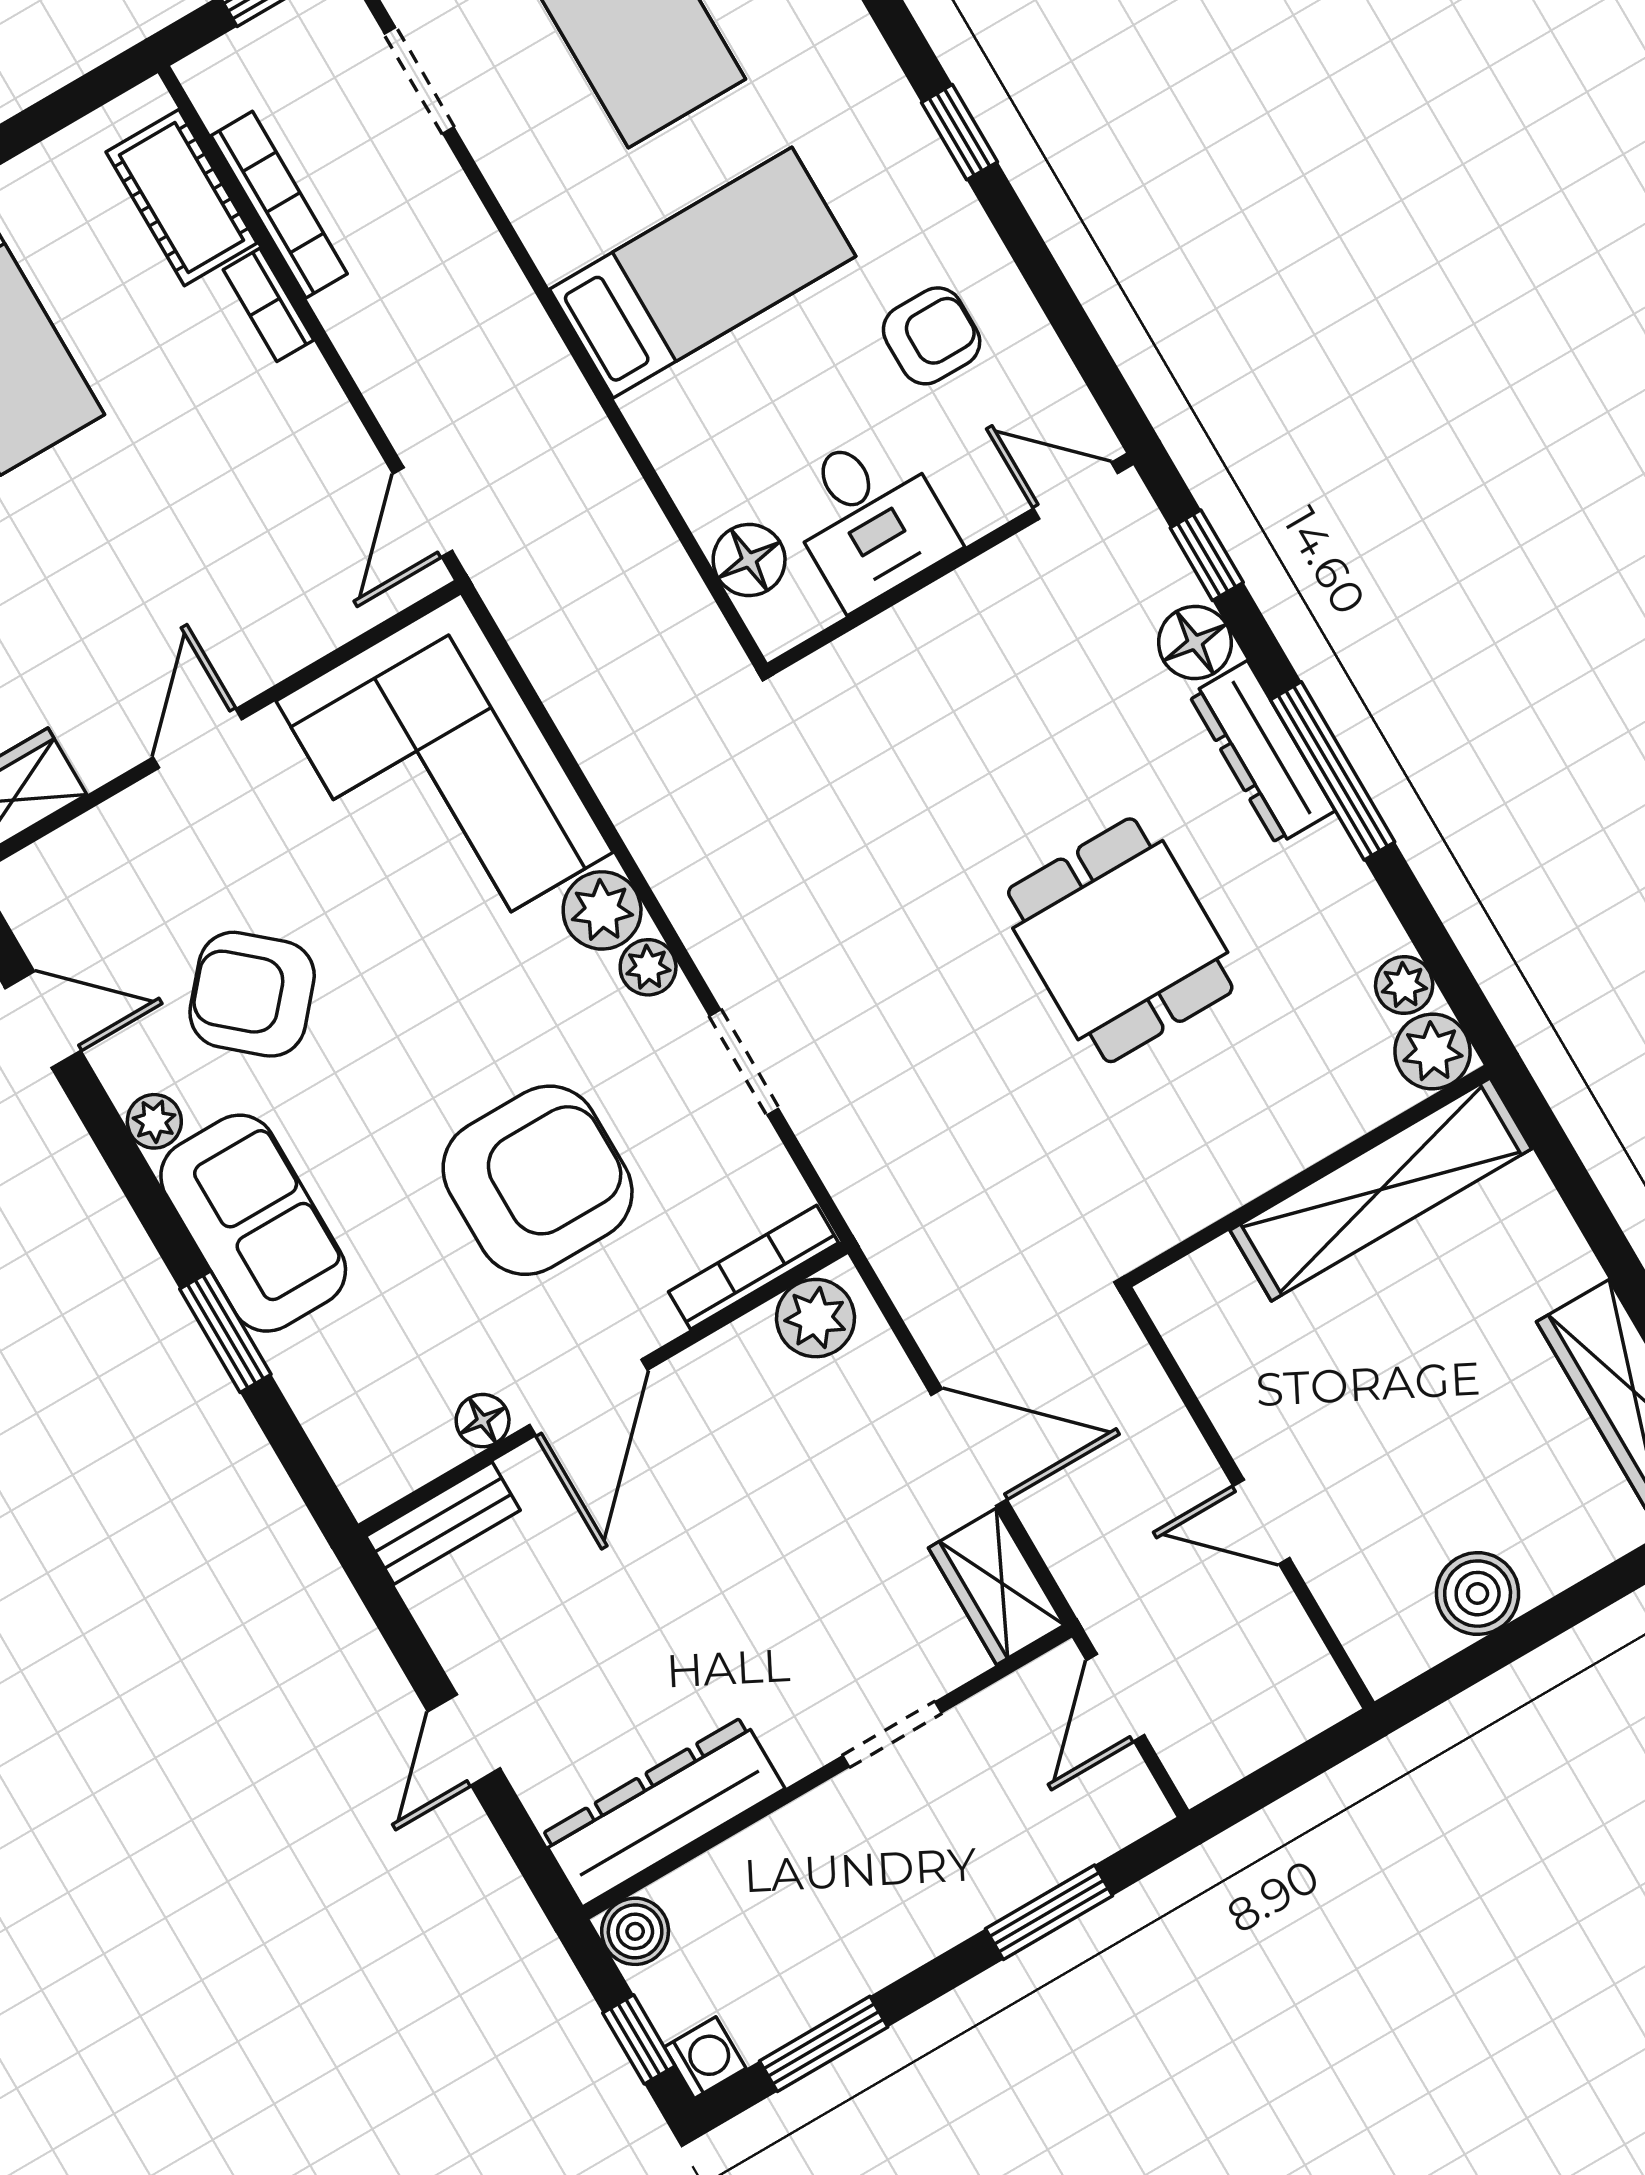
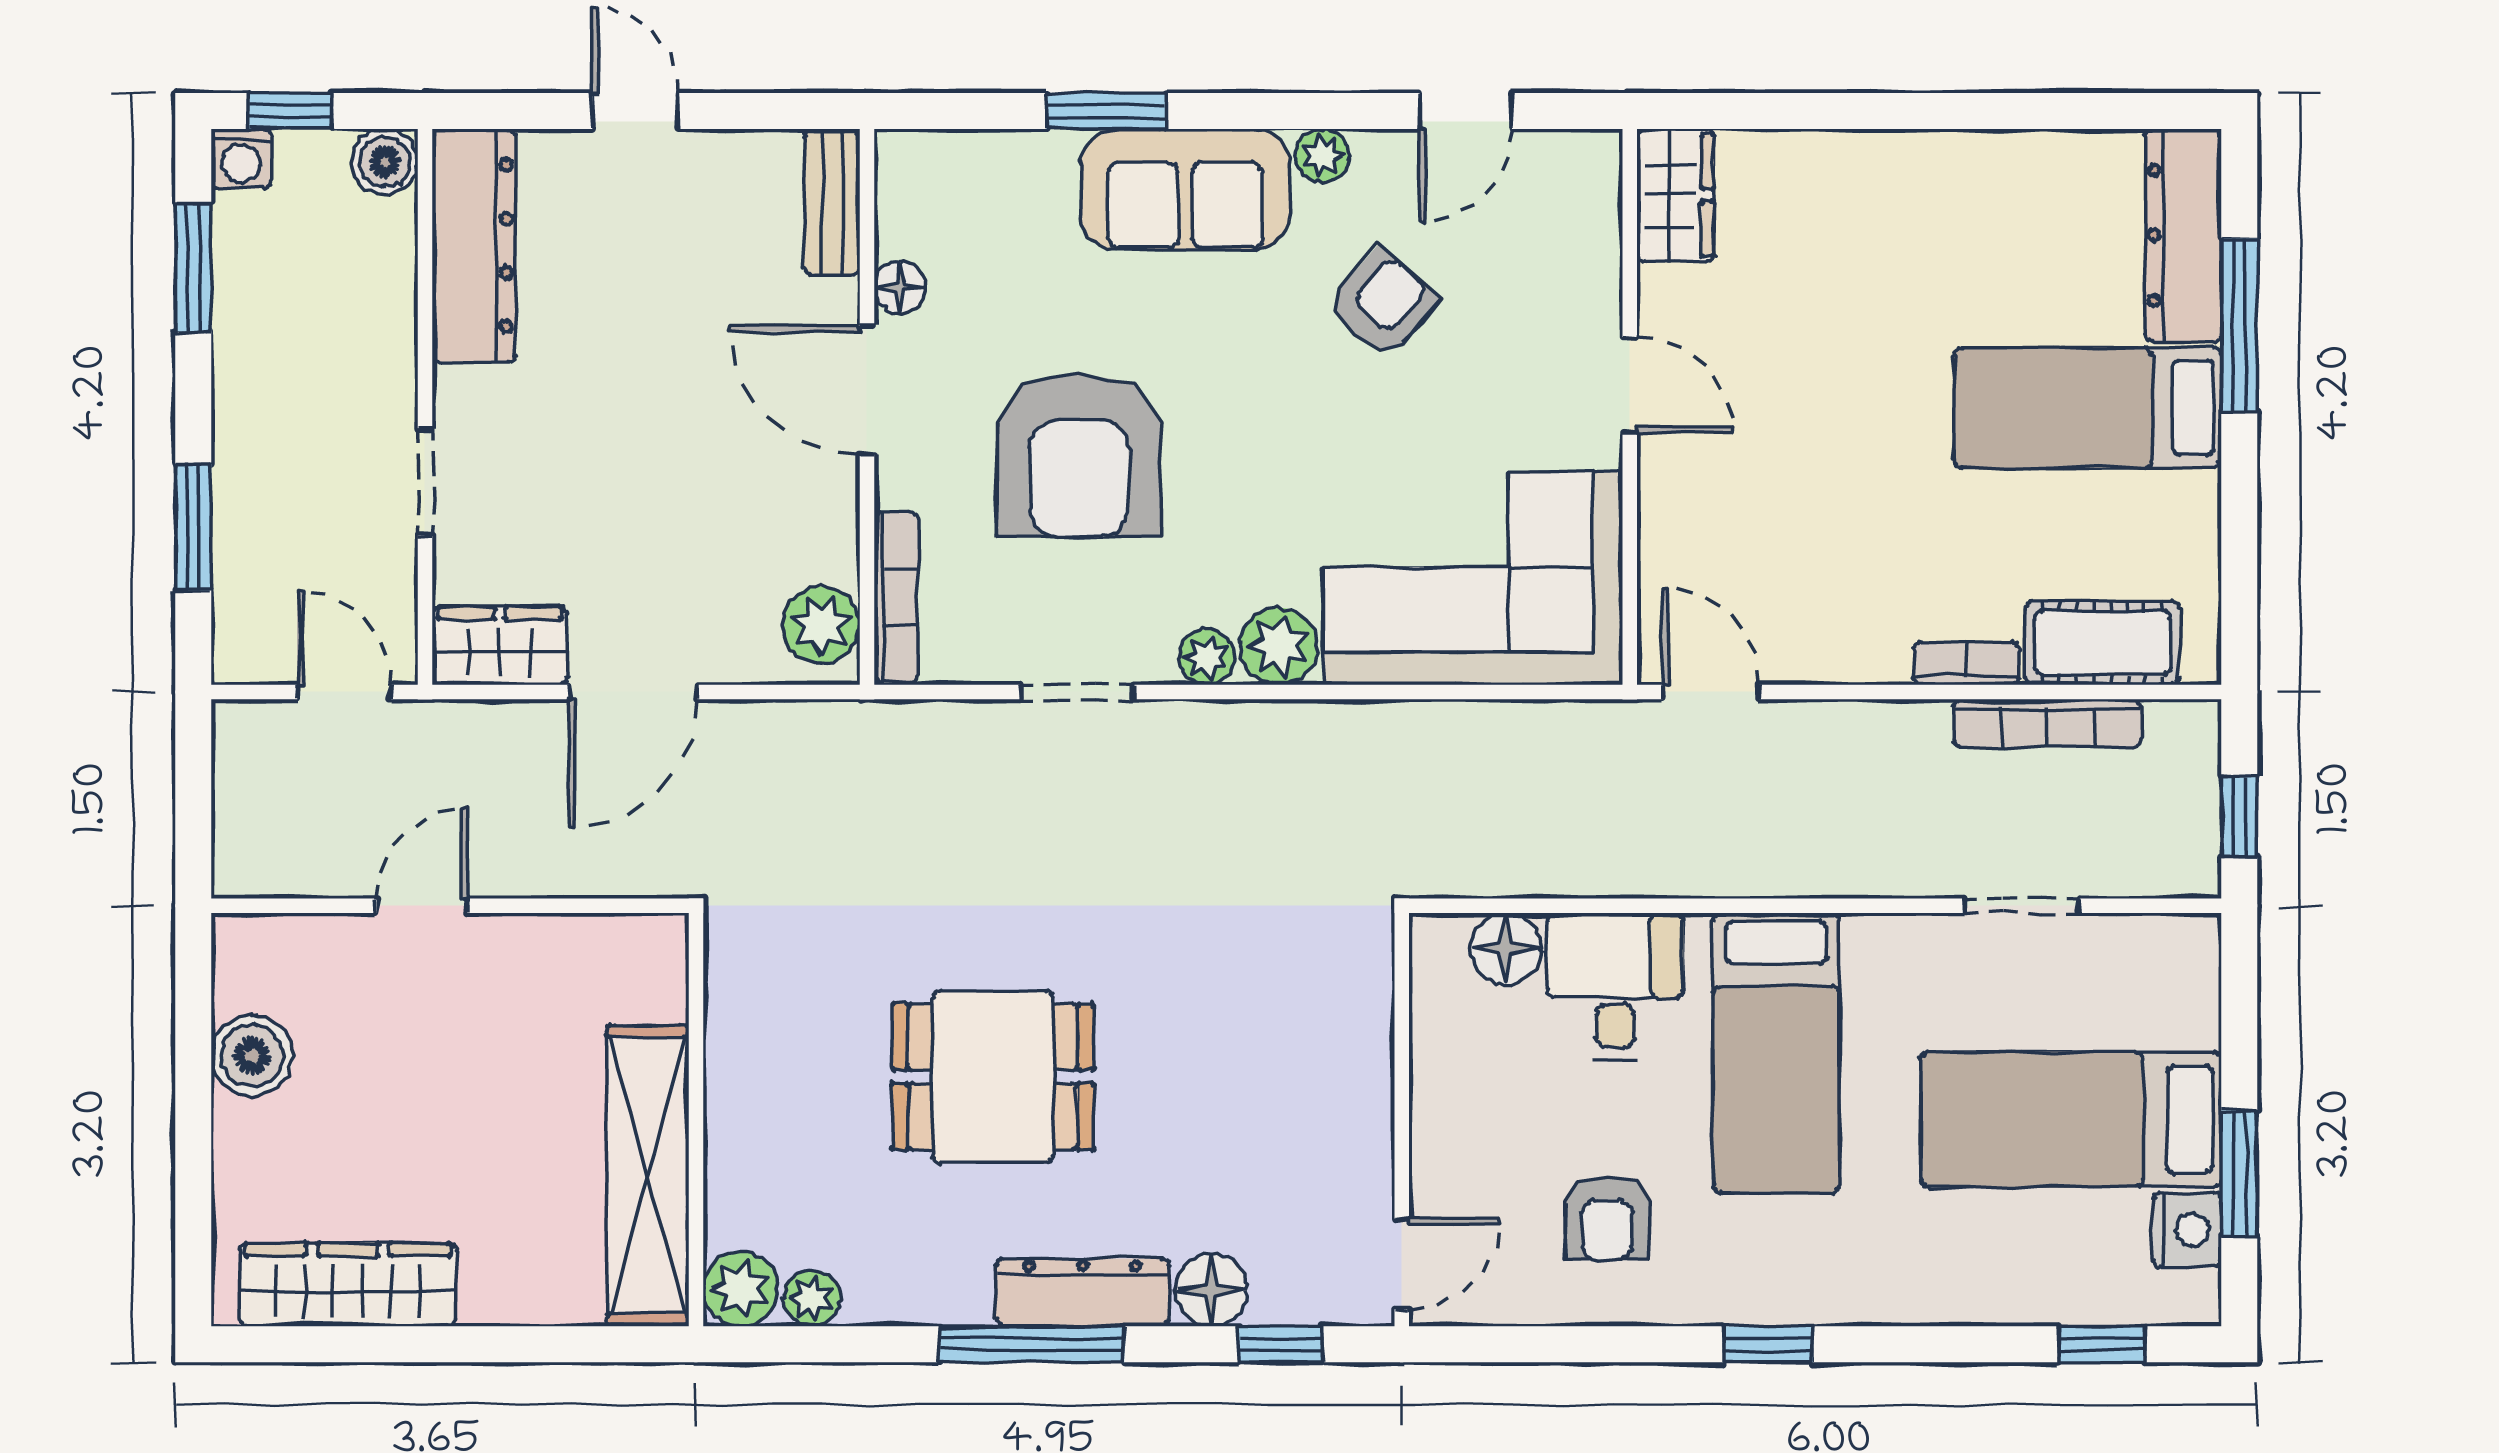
doorway: (419, 80) -> (2022, 906), moved
desk: (869, 518) -> (1615, 986), moved, turned 90
armchair: (252, 994) -> (1382, 303), width x0.72, depth x0.72

